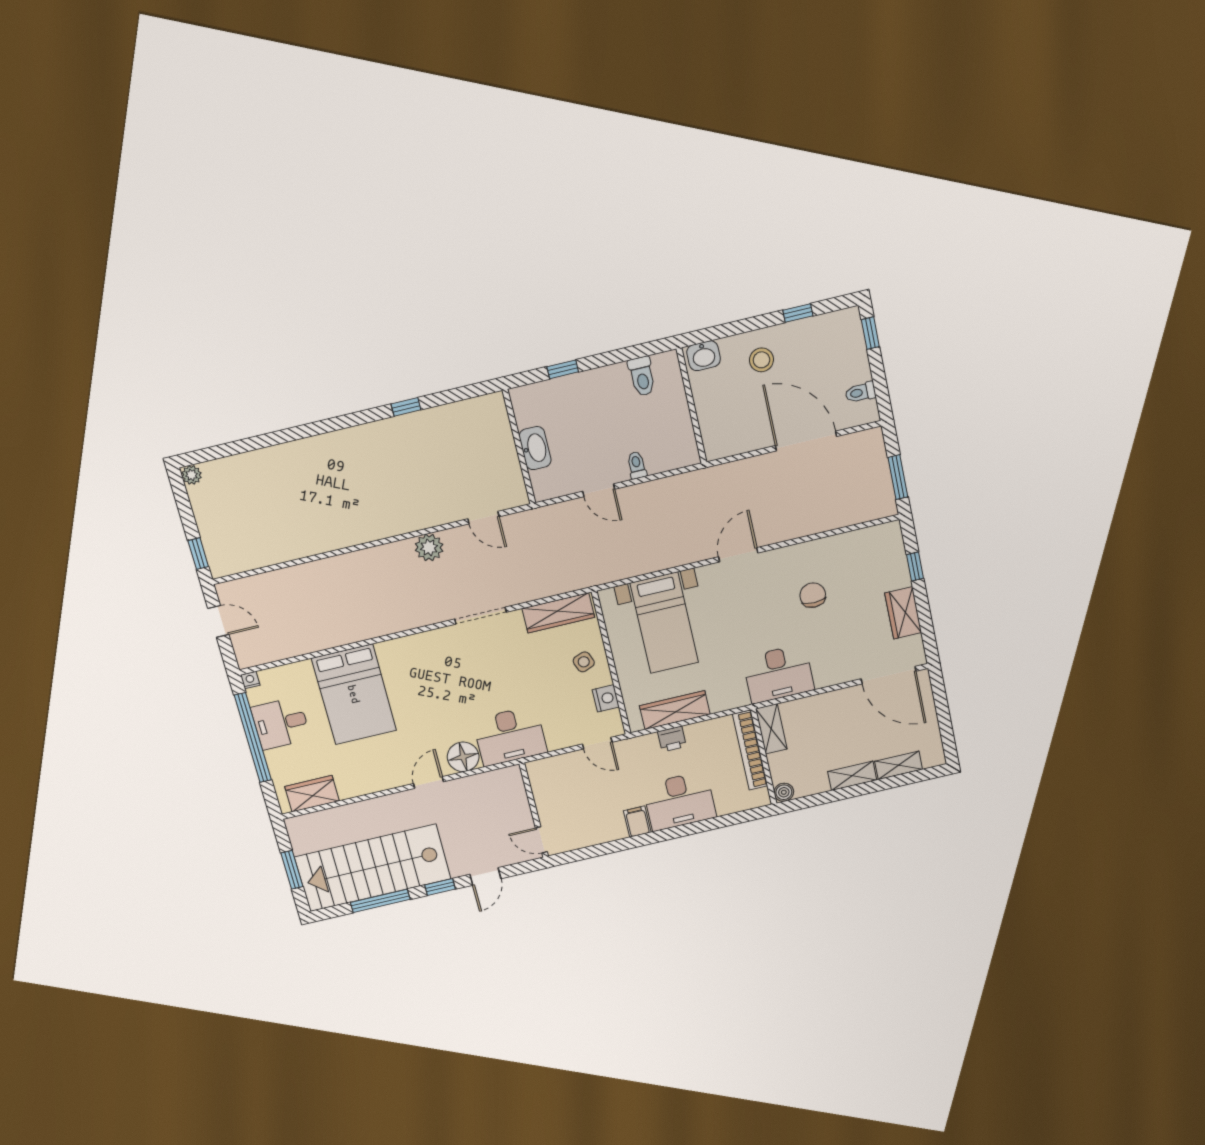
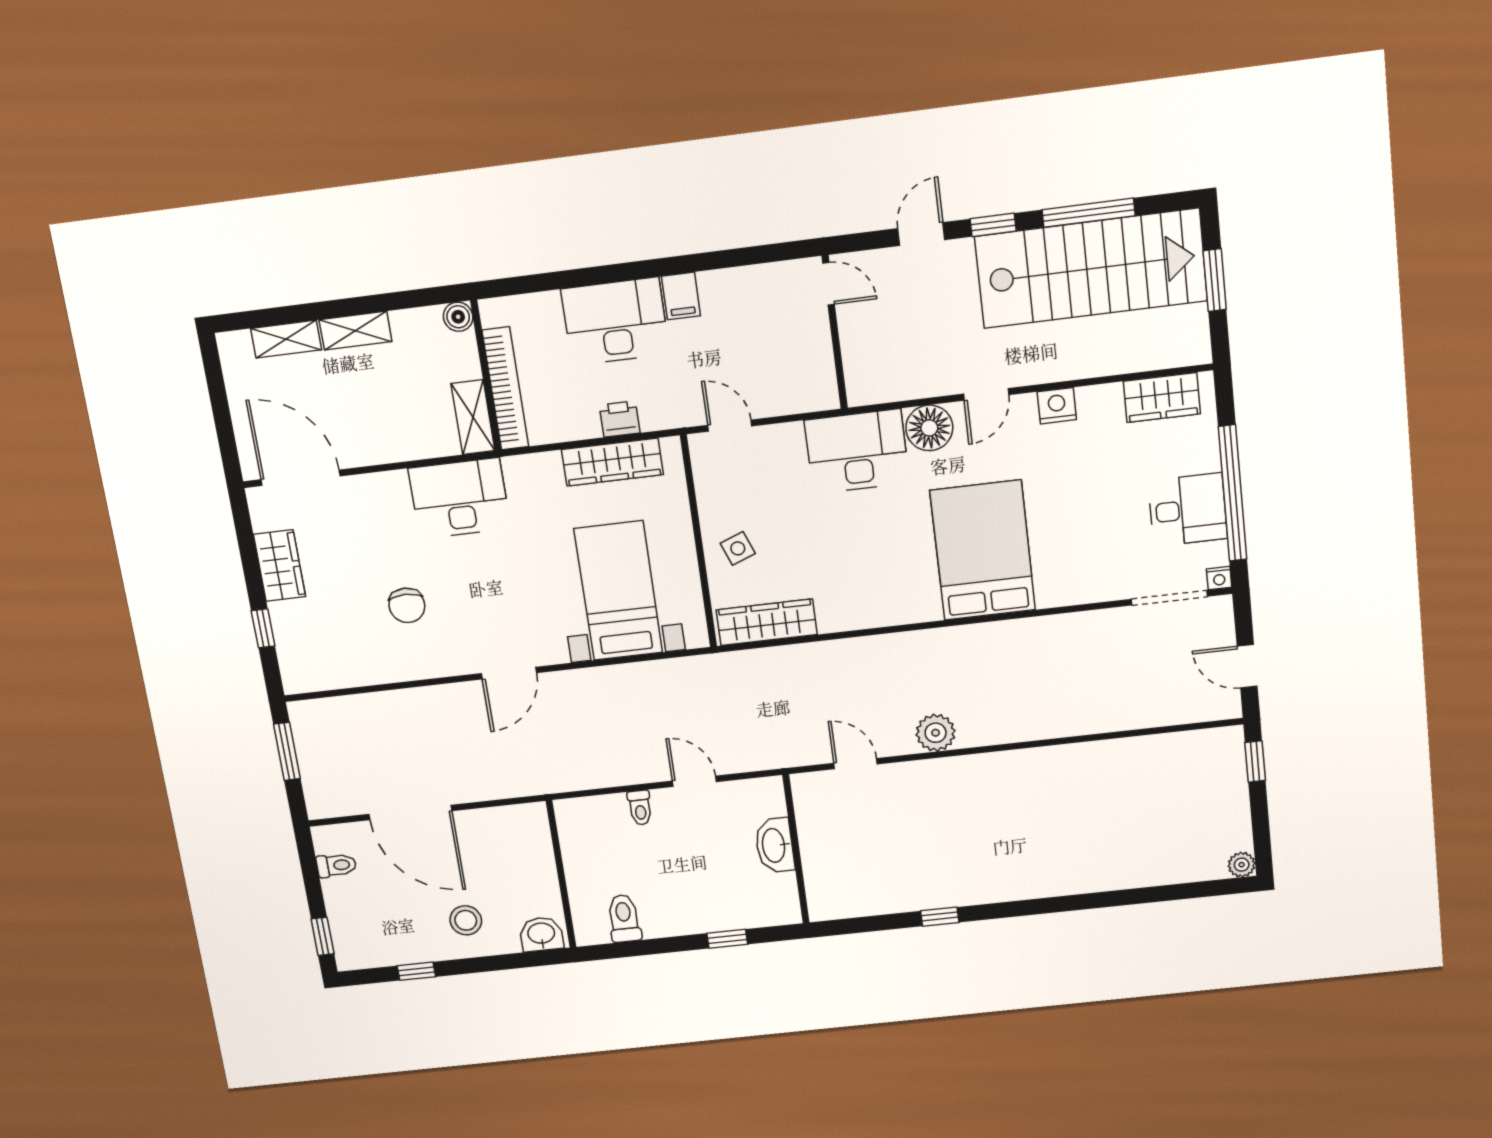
doorway: (480, 616) -> (1169, 598), moved
bed: (354, 694) -> (983, 550), moved
nightstand: (606, 698) -> (1057, 406), moved, turned 90

